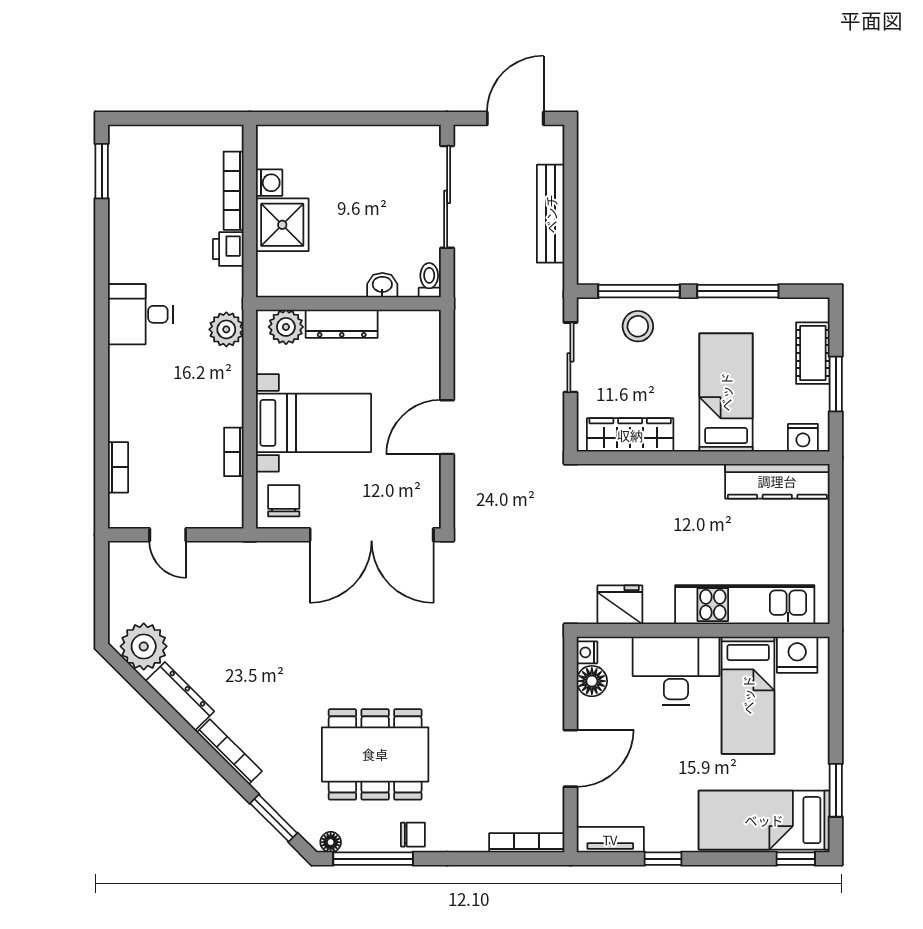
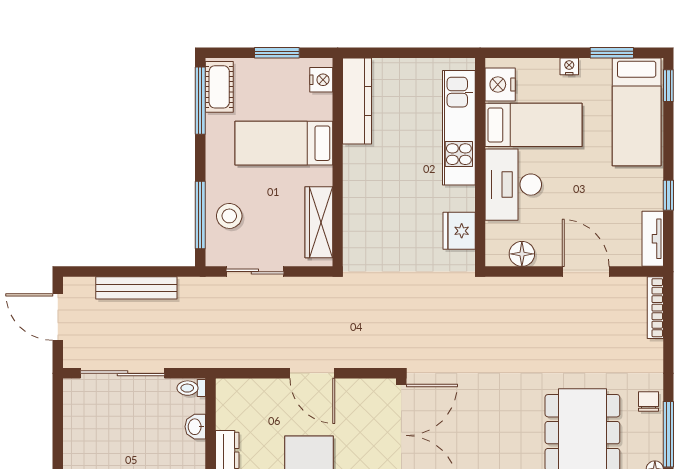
window: (738, 291) -> (200, 101), moved
cot: (813, 353) -> (219, 87), moved, turned 90
nightstand: (587, 652) -> (569, 66), moved, turned 180

